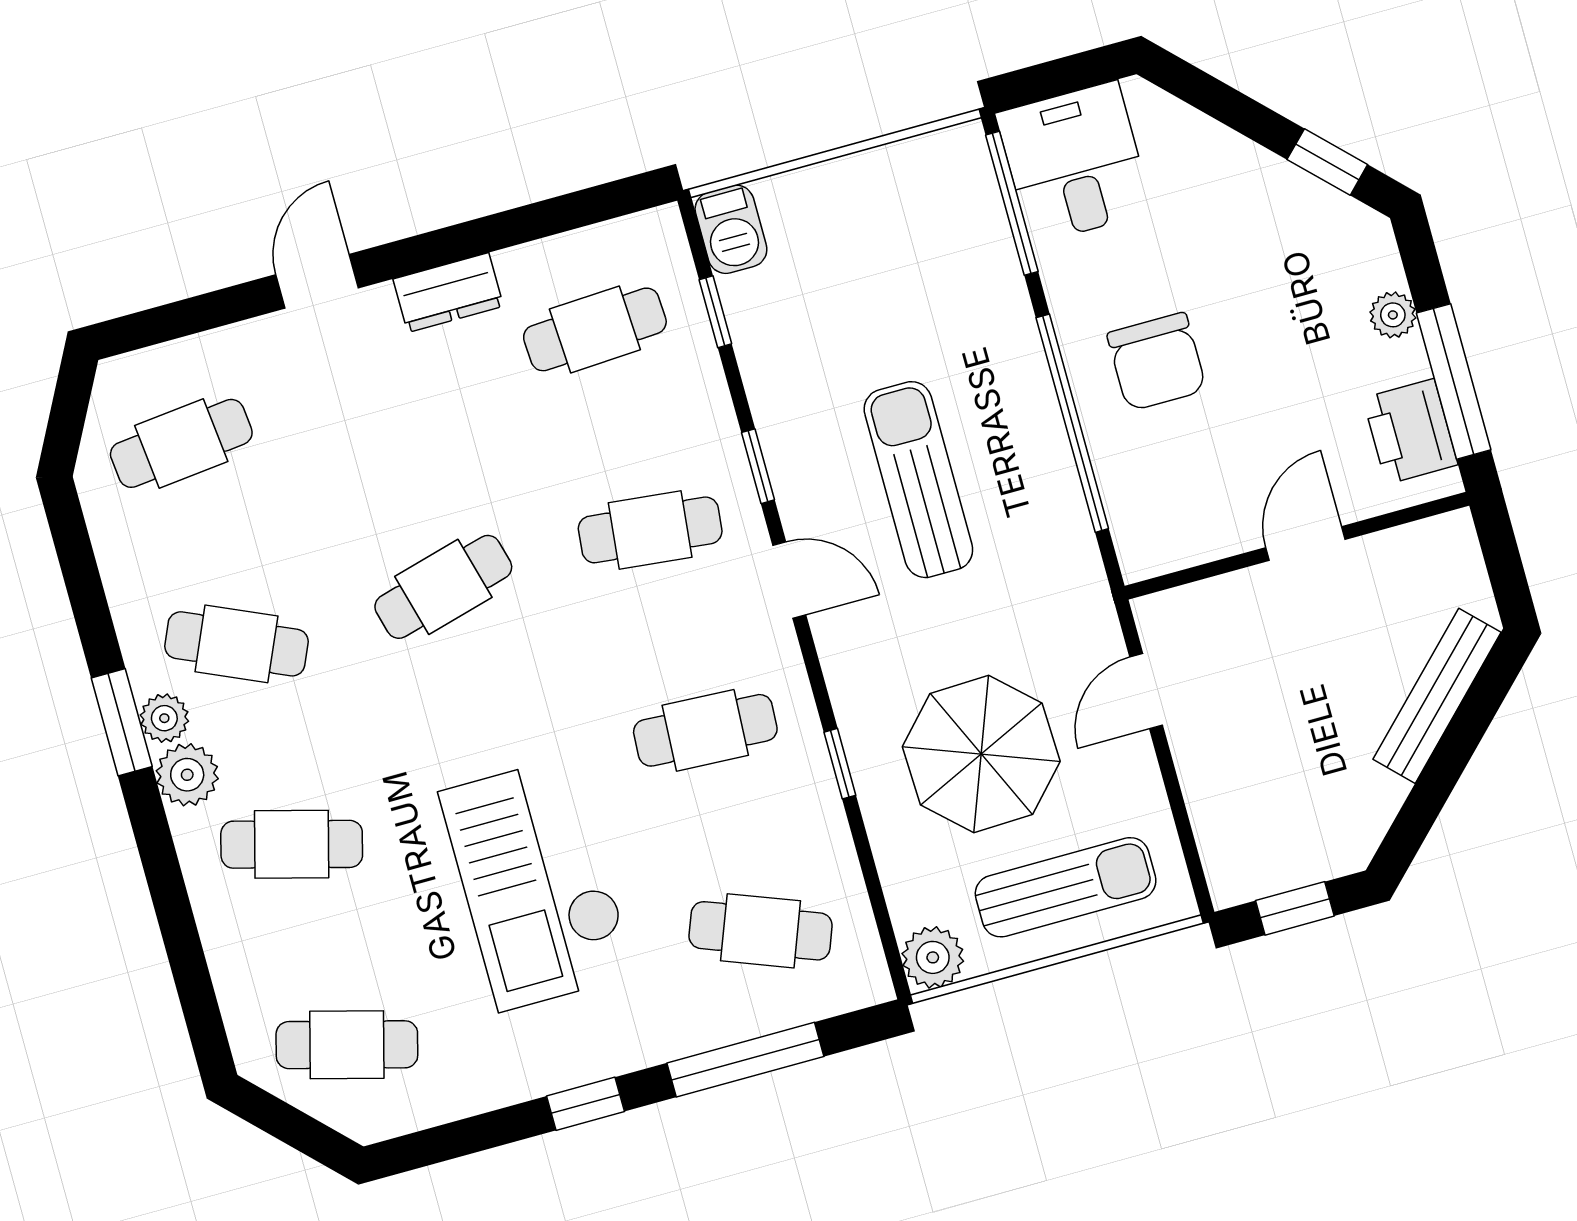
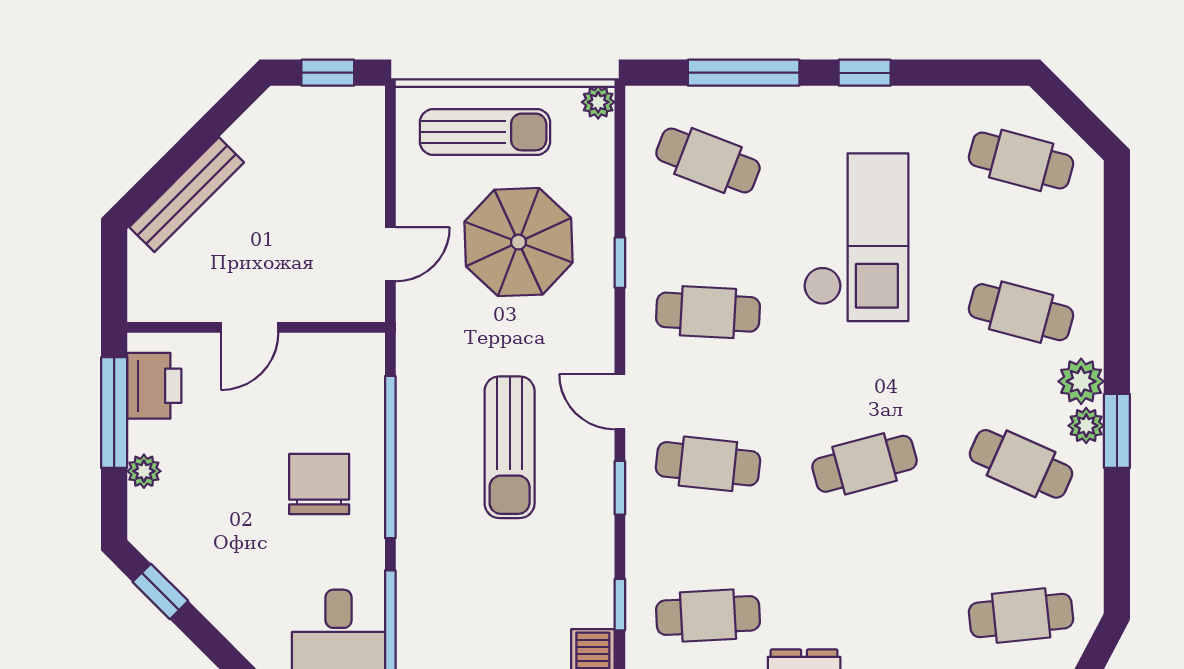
sun lounger: (1066, 887) -> (485, 132), turned 180
plant: (933, 957) -> (598, 102), width x0.73, depth x0.73

